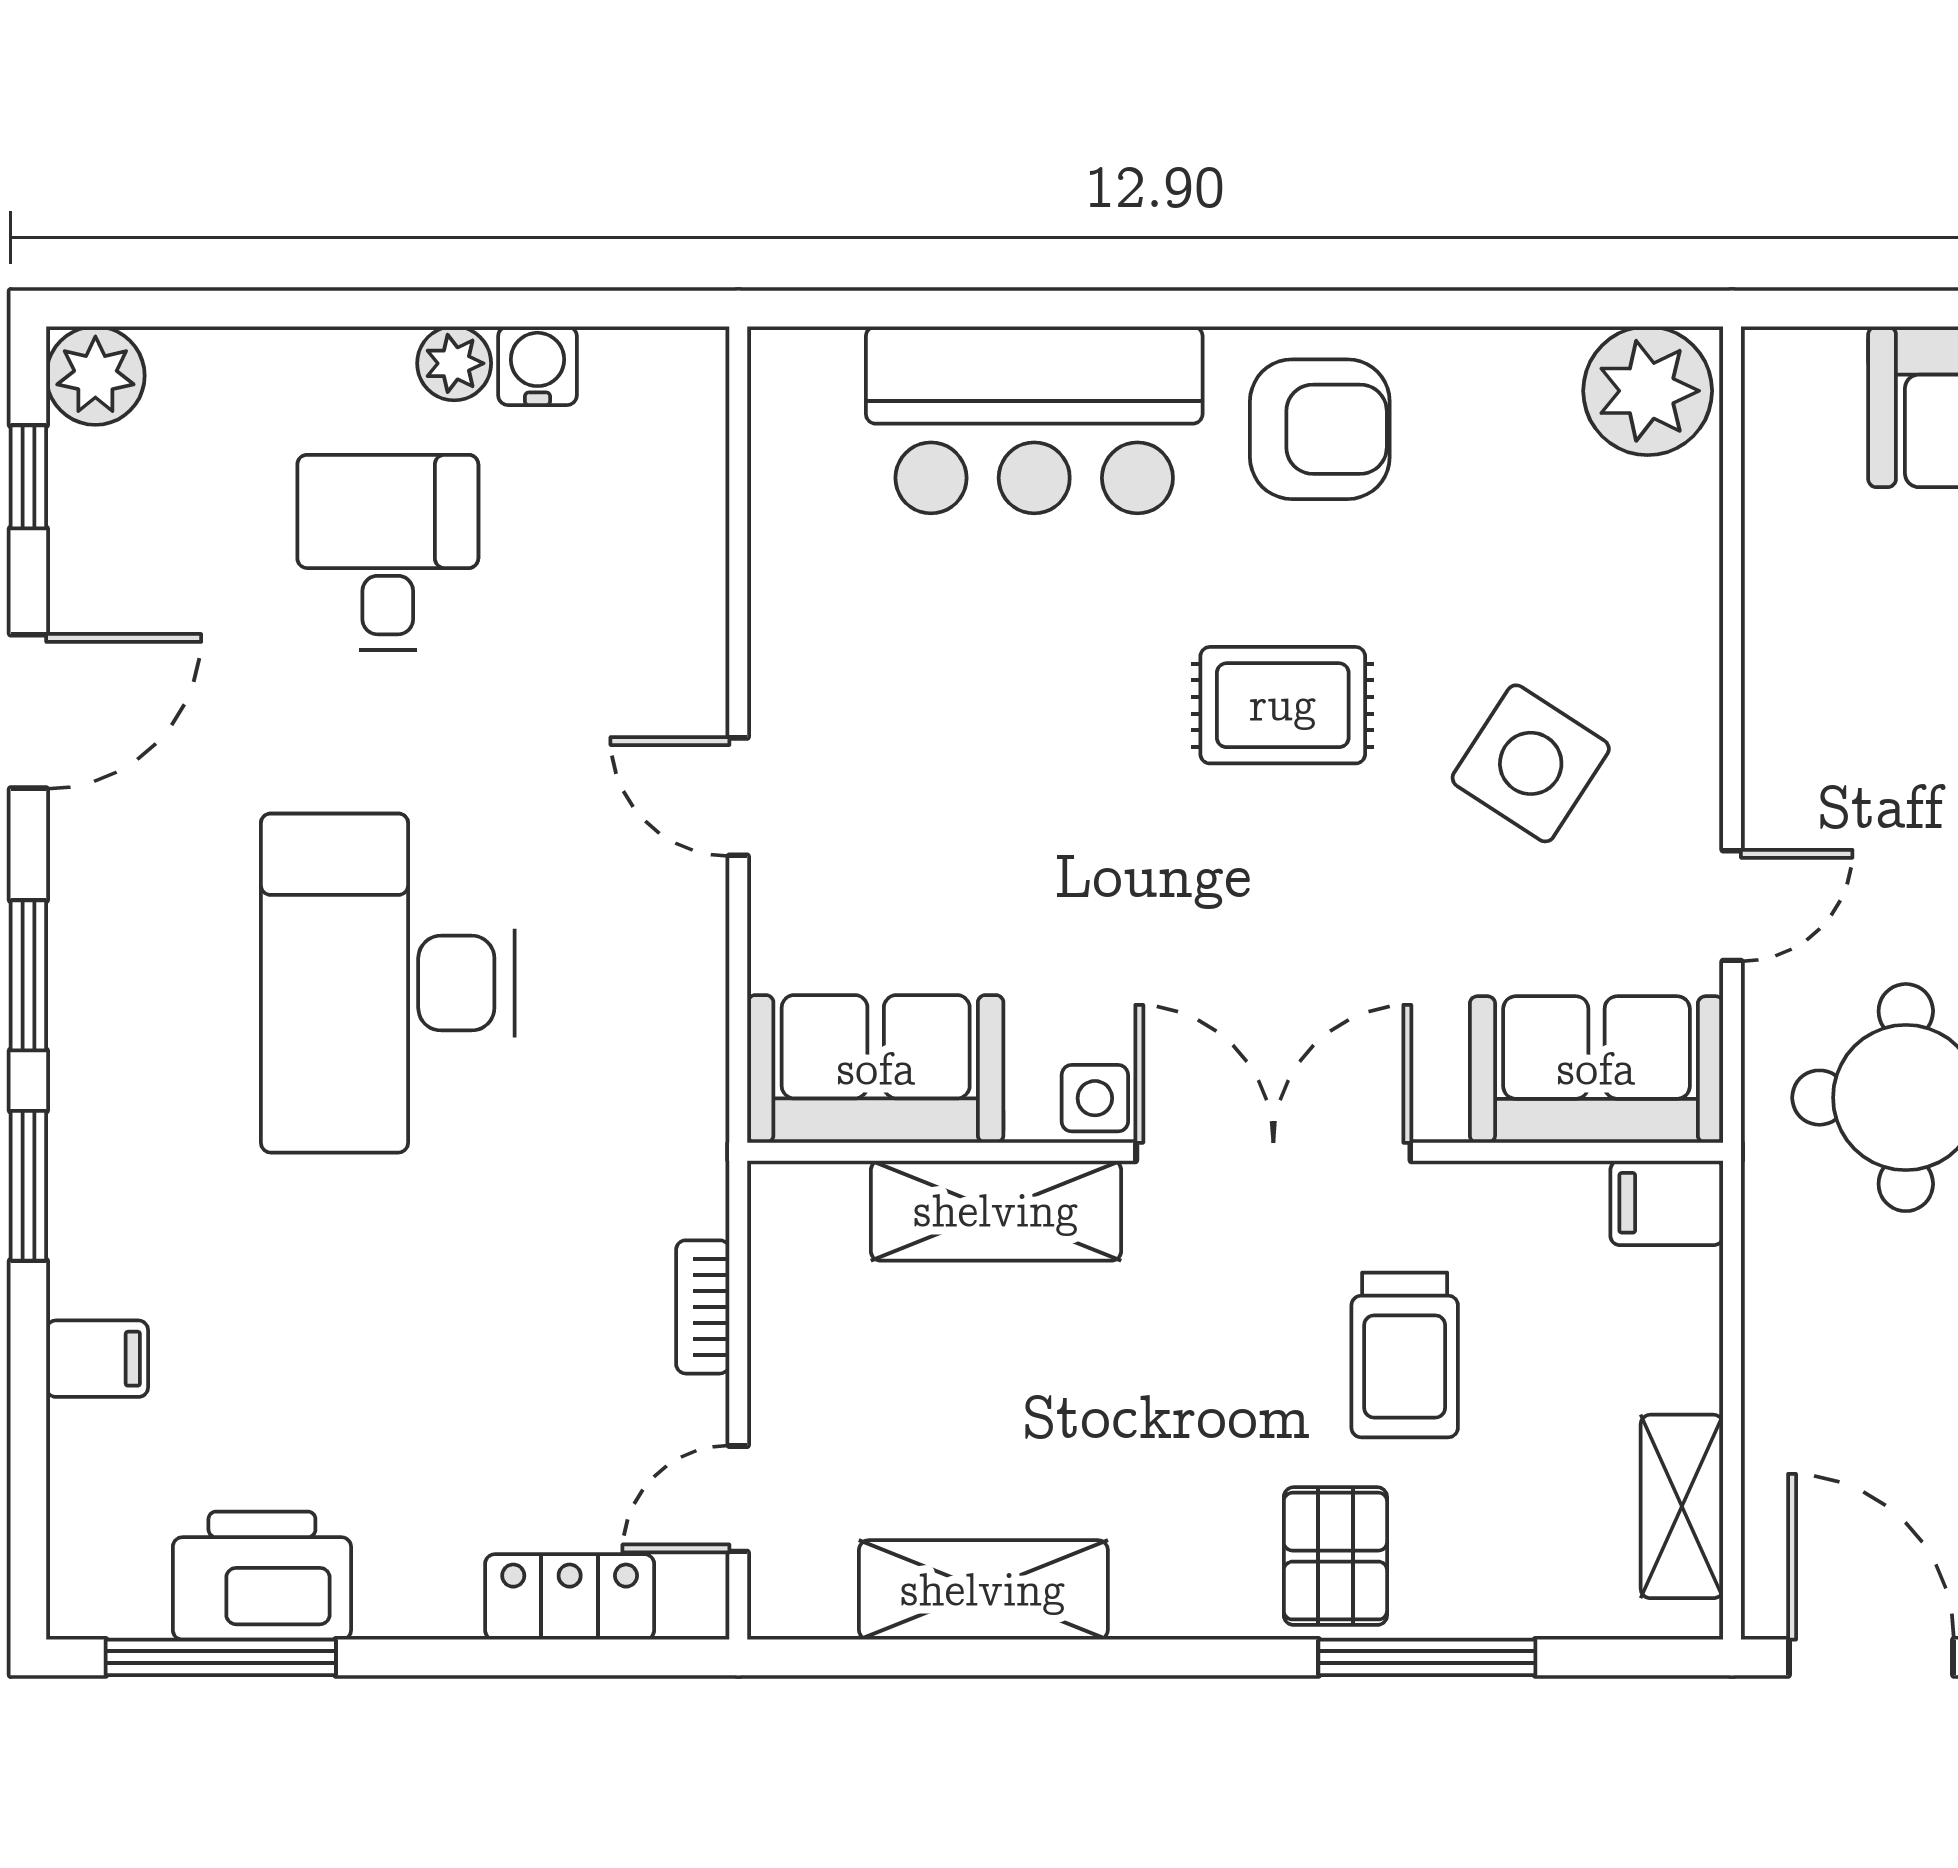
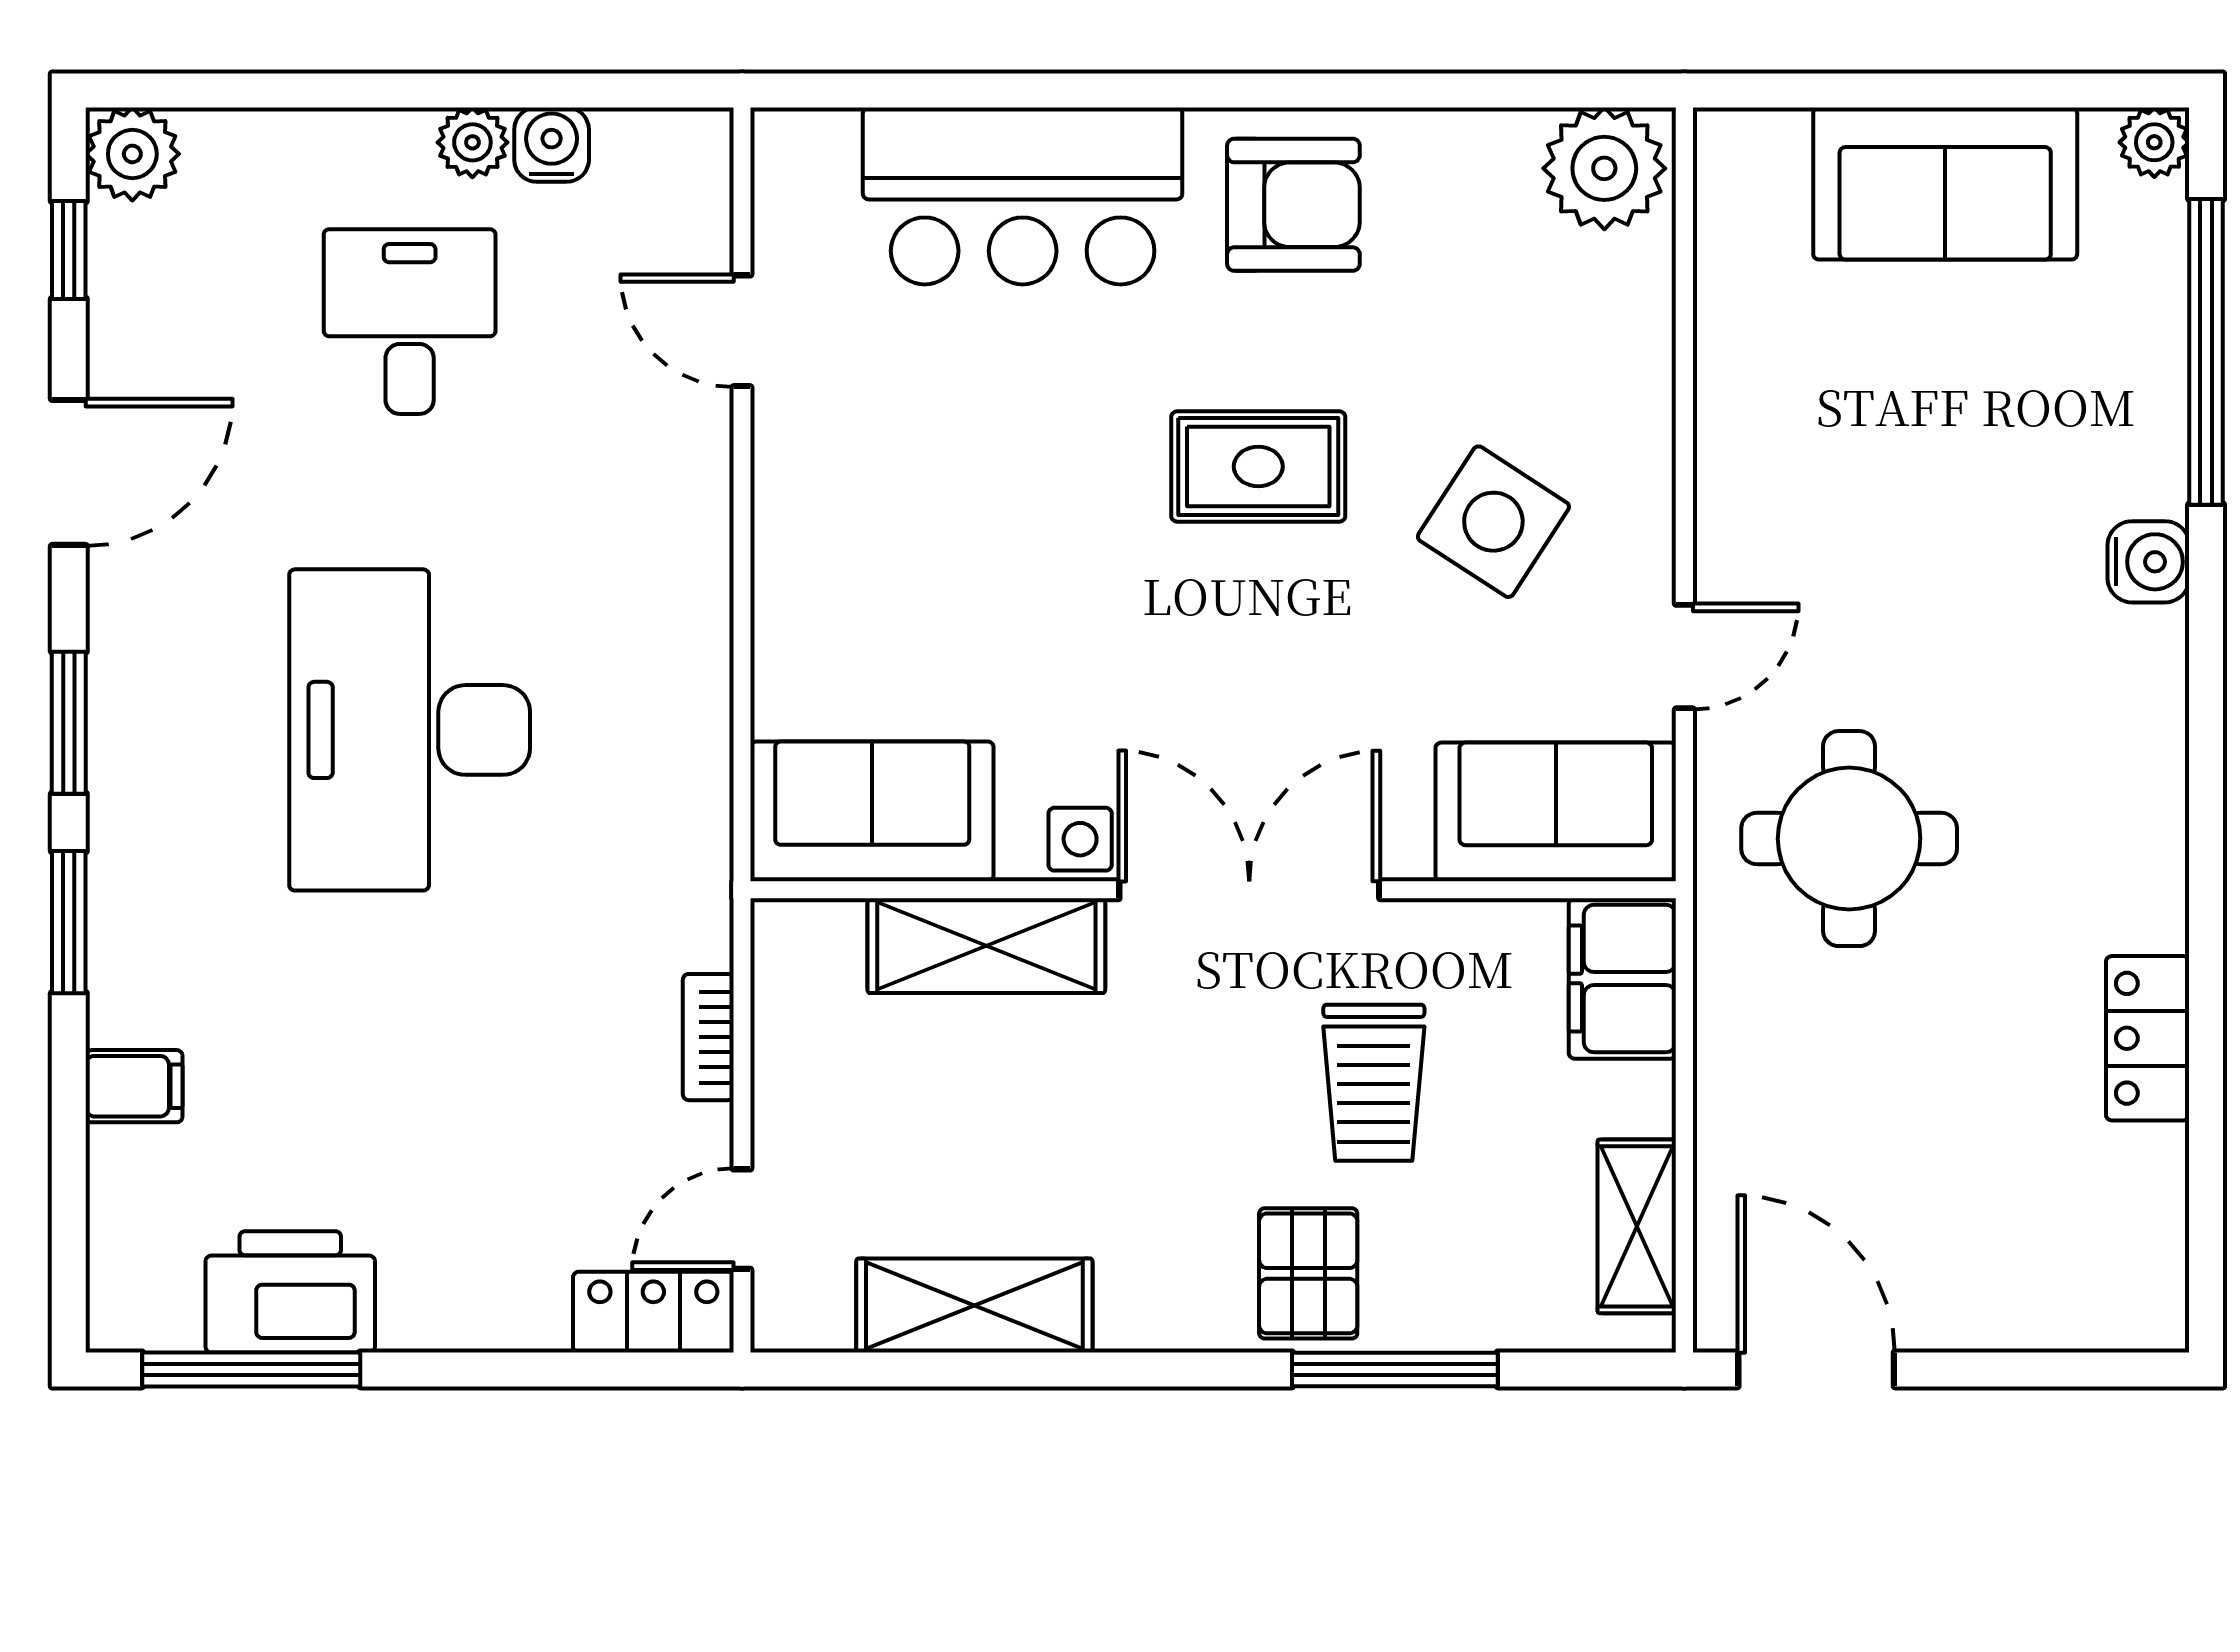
door: (738, 797) -> (742, 331), moved
filing cabinet: (1667, 1203) -> (1622, 979), width x2.00
locker: (570, 1597) -> (653, 1312), moved

